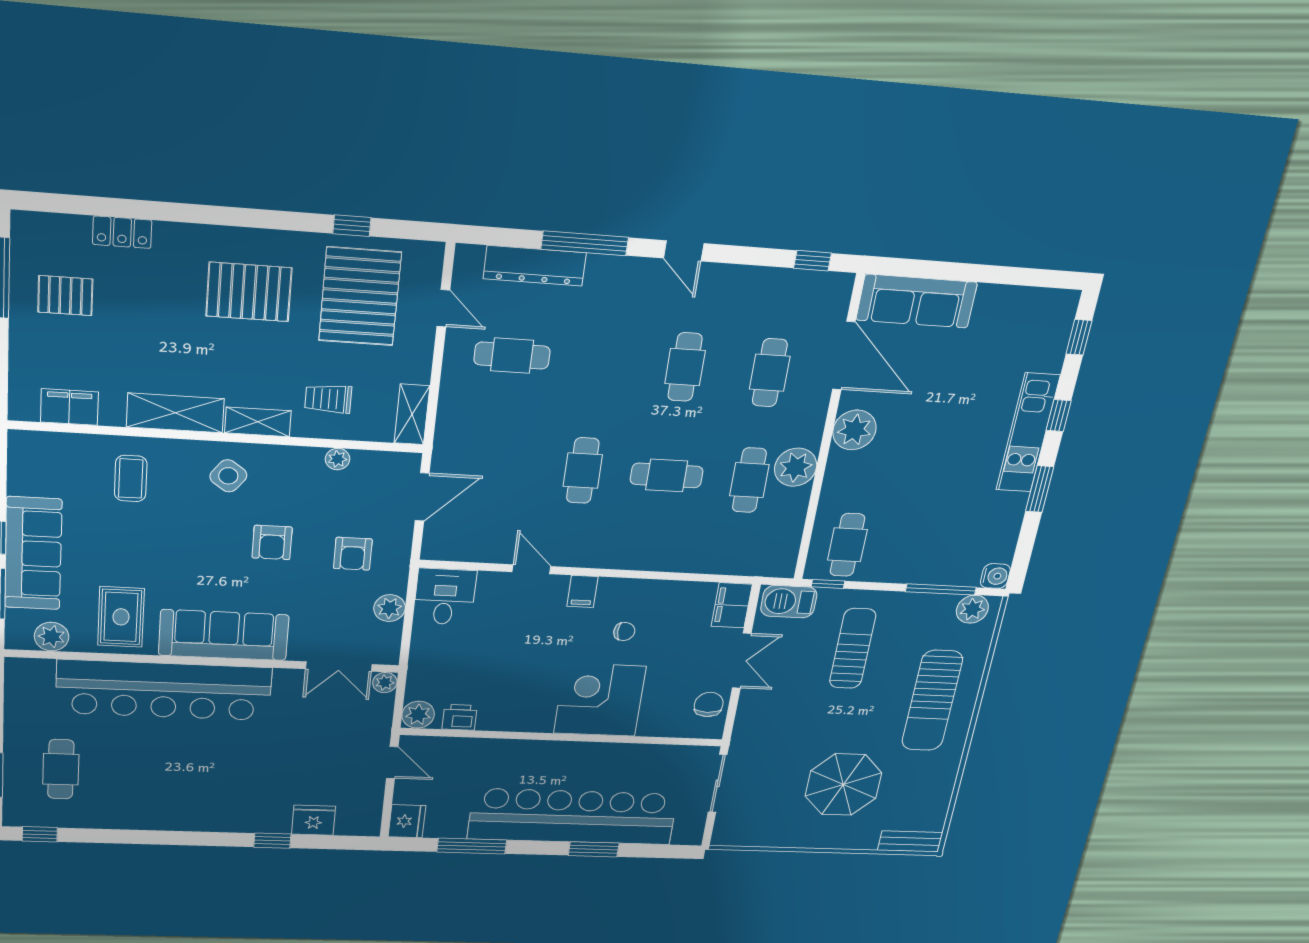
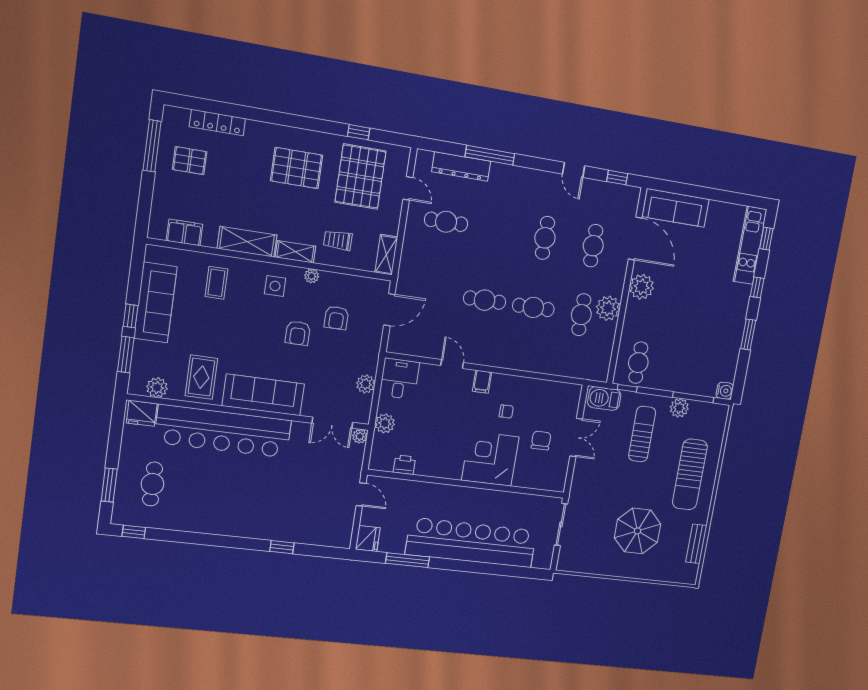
locker: (122, 232) -> (217, 123), width x1.53
door: (684, 251) -> (574, 170), moved
kitchen unit: (1028, 433) -> (750, 245), moved
plant: (337, 459) -> (312, 276), moved
cafe table: (583, 471) -> (485, 300), turned 90
side table: (228, 476) -> (275, 286), turned -37
sofa: (33, 554) -> (155, 303), moved
armchair: (353, 554) -> (336, 318), moved
filing cabinet: (732, 605) -> (570, 398), removed
plant: (972, 609) -> (679, 408), moved
chair: (709, 704) -> (541, 441), moved
plant: (418, 715) -> (385, 423), moved
fridge: (314, 820) -> (142, 413), moved, turned 180
bench: (910, 841) -> (696, 544), moved, turned 90
window: (594, 849) -> (484, 568), removed

